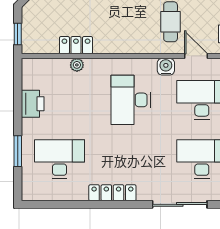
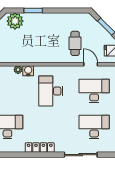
locker: (76, 45) -> (17, 58), removed
water cooler: (166, 67) -> (28, 71), moved

